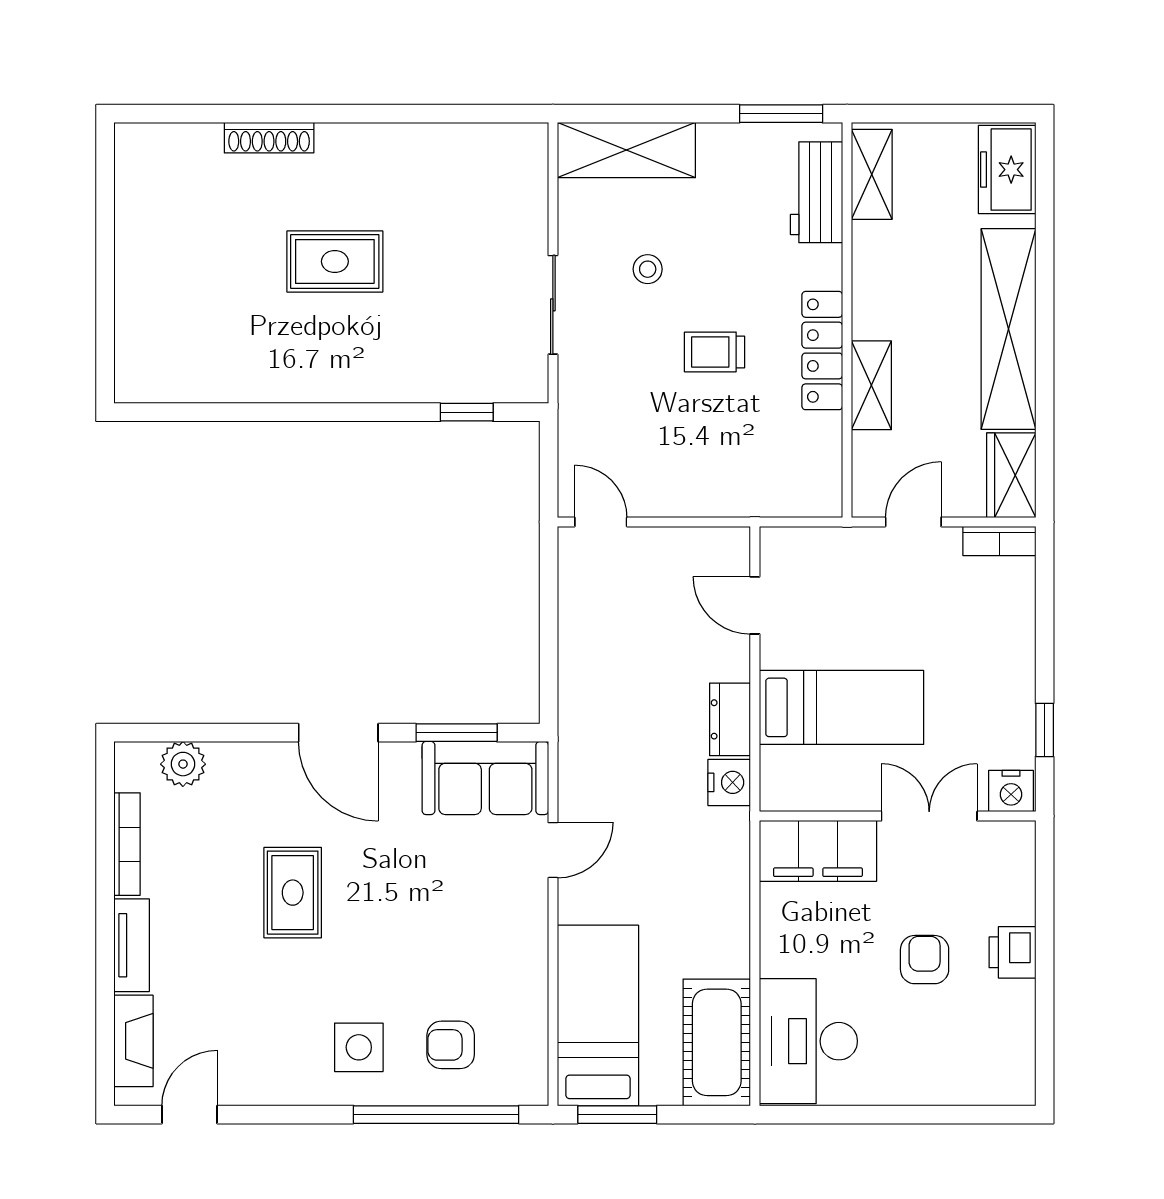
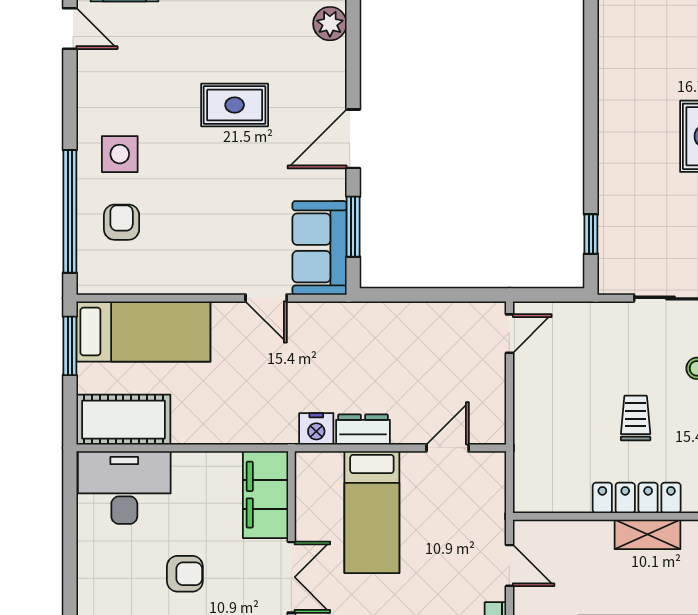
shelving: (871, 385) -> (648, 534), moved

